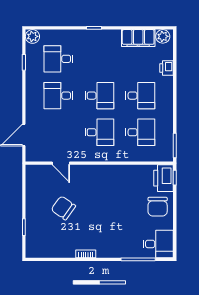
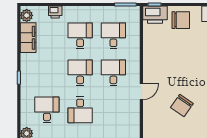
desk: (58, 59) -> (47, 110), turned 180
door: (61, 163) -> (141, 92), moved

